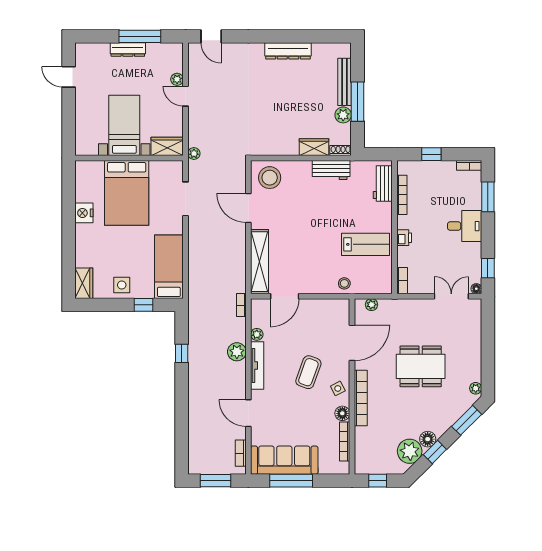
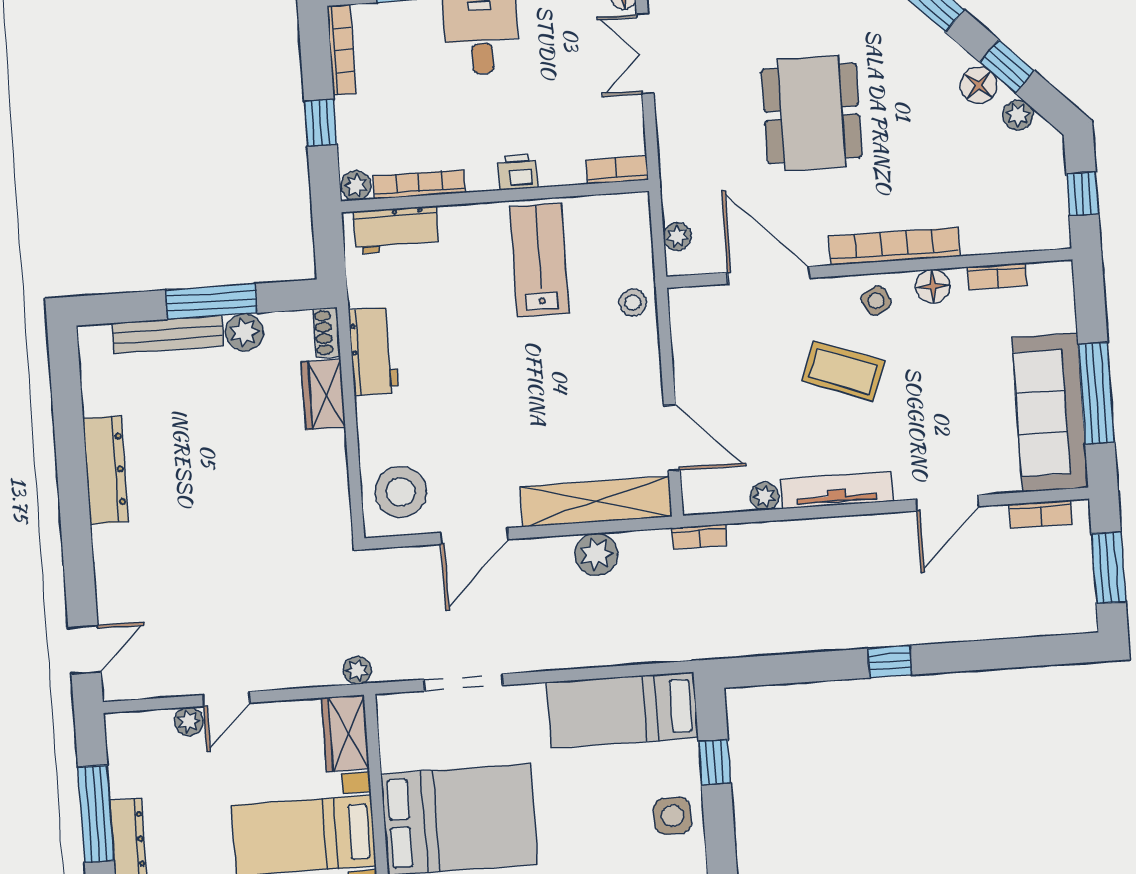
bookcase: (469, 165) -> (341, 50), width x1.56
plant: (403, 168) -> (356, 185), added
plant: (237, 352) -> (596, 554), moved
window: (182, 353) -> (890, 662), moved
bookcase: (345, 441) -> (997, 276), width x0.64
plant: (410, 451) -> (1018, 115), width x0.53, depth x0.53

